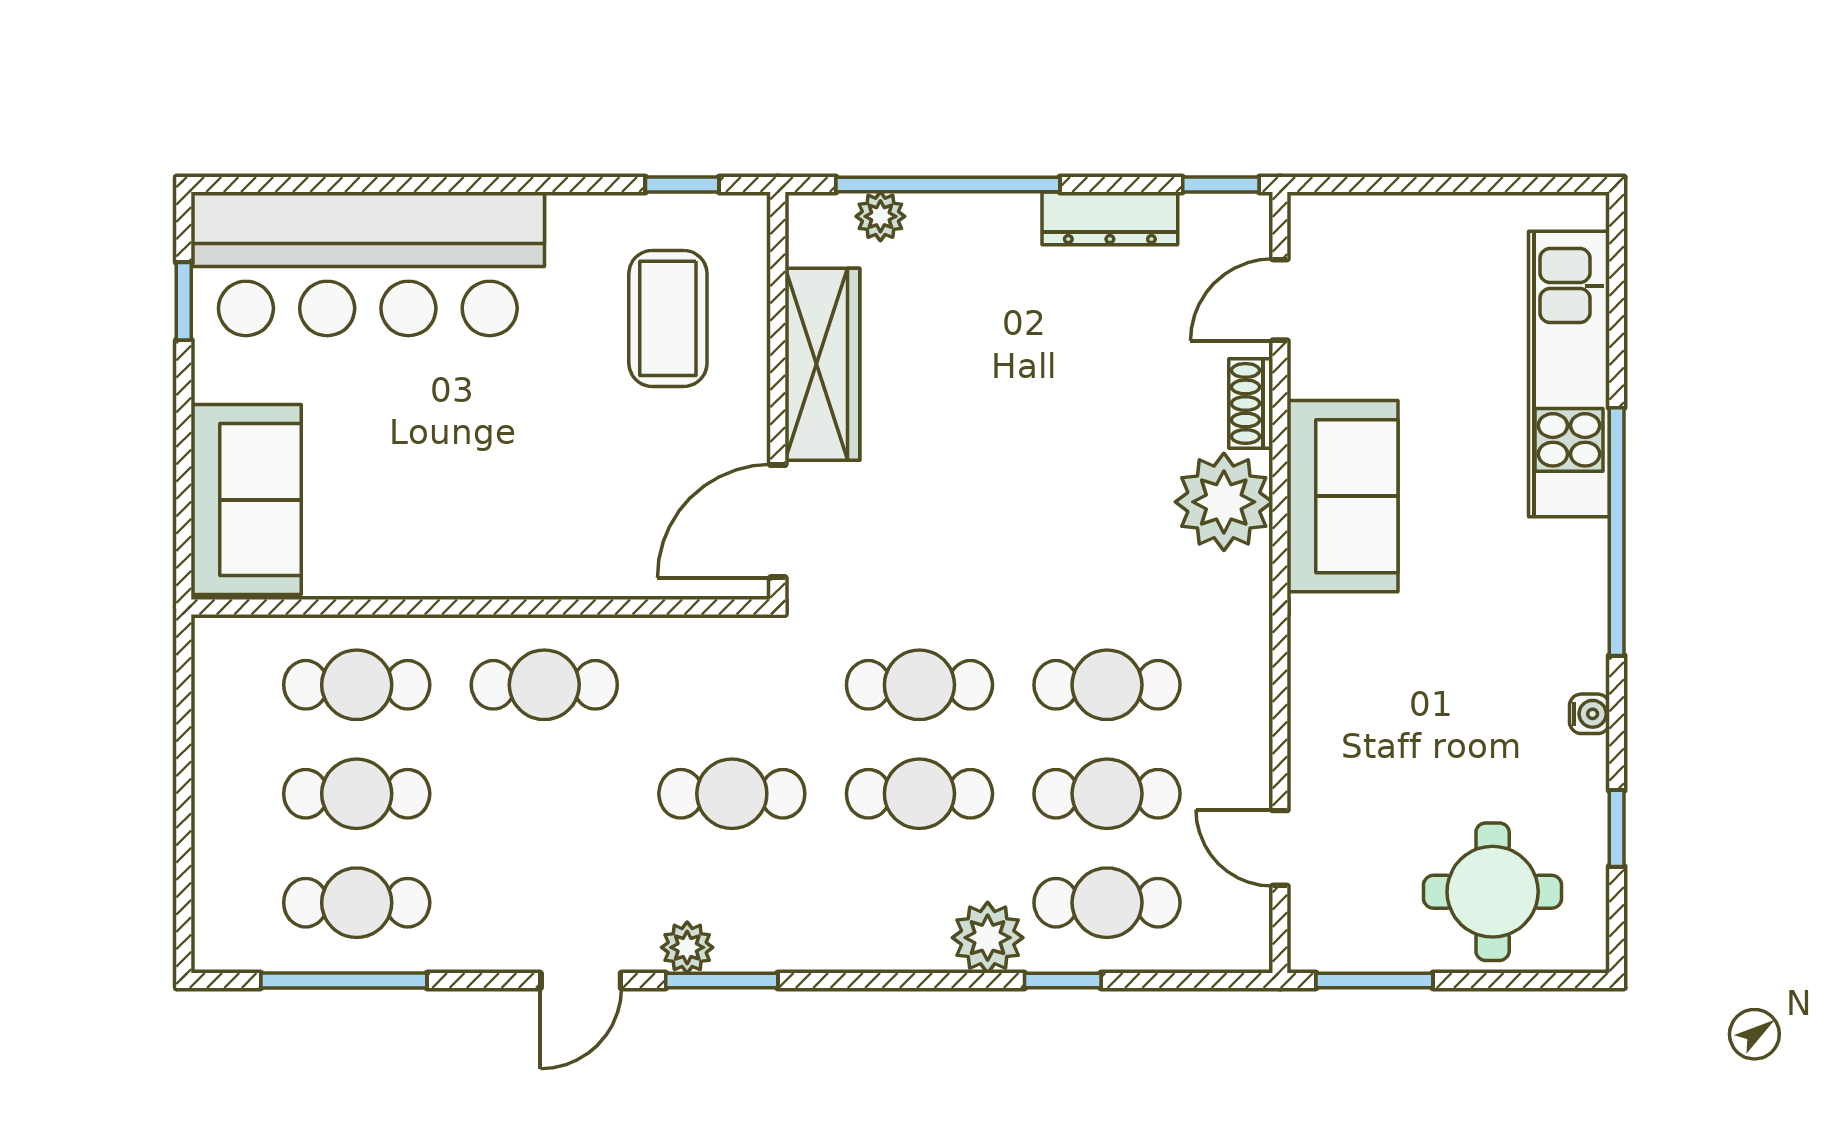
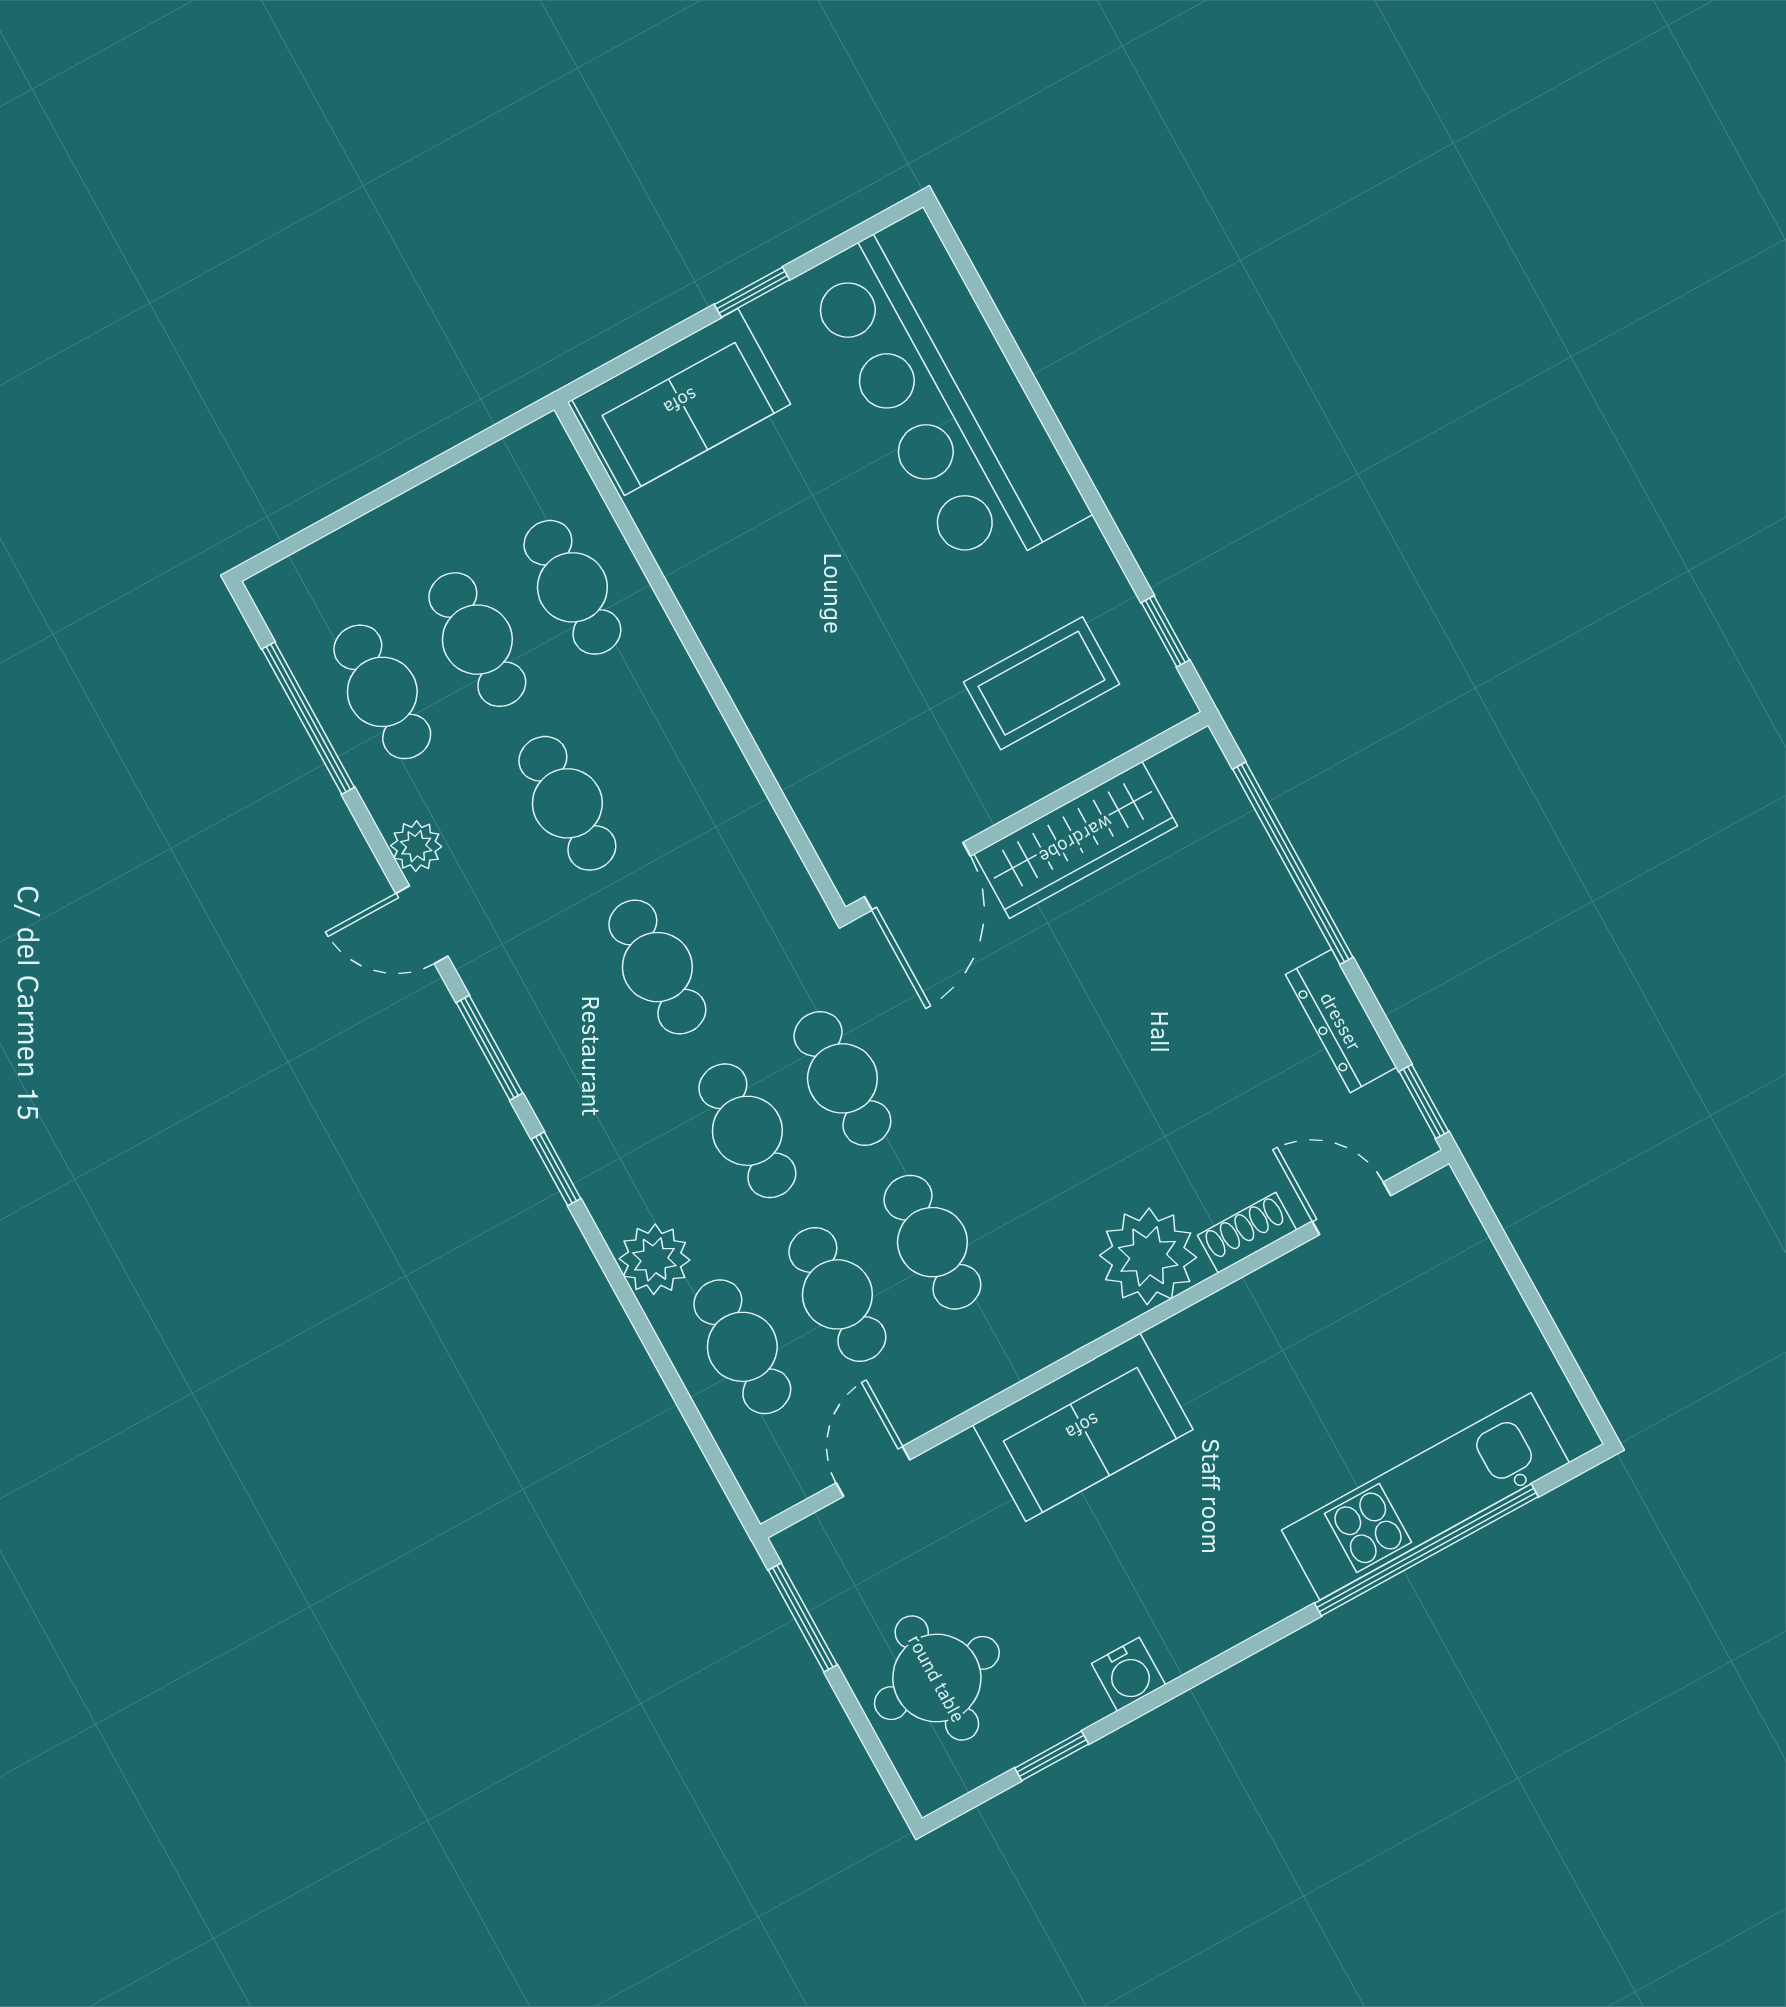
plant: (880, 216) -> (1233, 820), removed
window: (184, 301) -> (752, 292), moved
sofa: (1343, 496) -> (1083, 1427), moved
door: (778, 521) -> (917, 876), swing flipped
window: (1617, 532) -> (1426, 1550), moved
cafe table: (544, 685) -> (567, 803), moved
water cooler: (1589, 714) -> (1128, 1674), width x1.38, depth x1.38
plant: (687, 947) -> (416, 846), moved
window: (1063, 981) -> (556, 1169), moved

